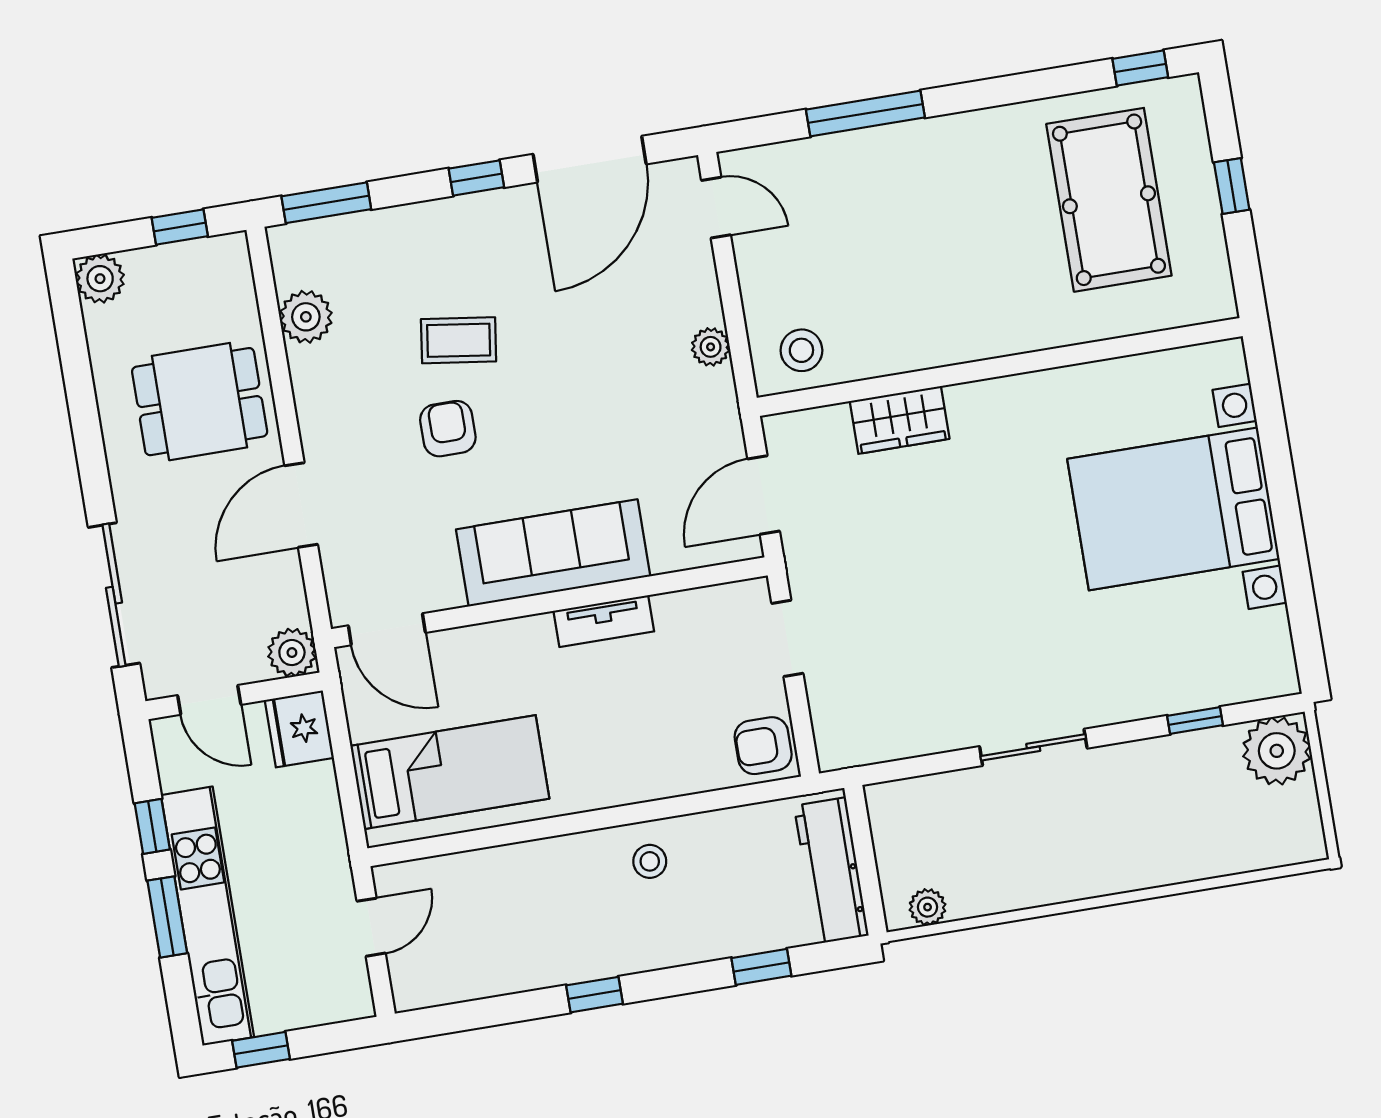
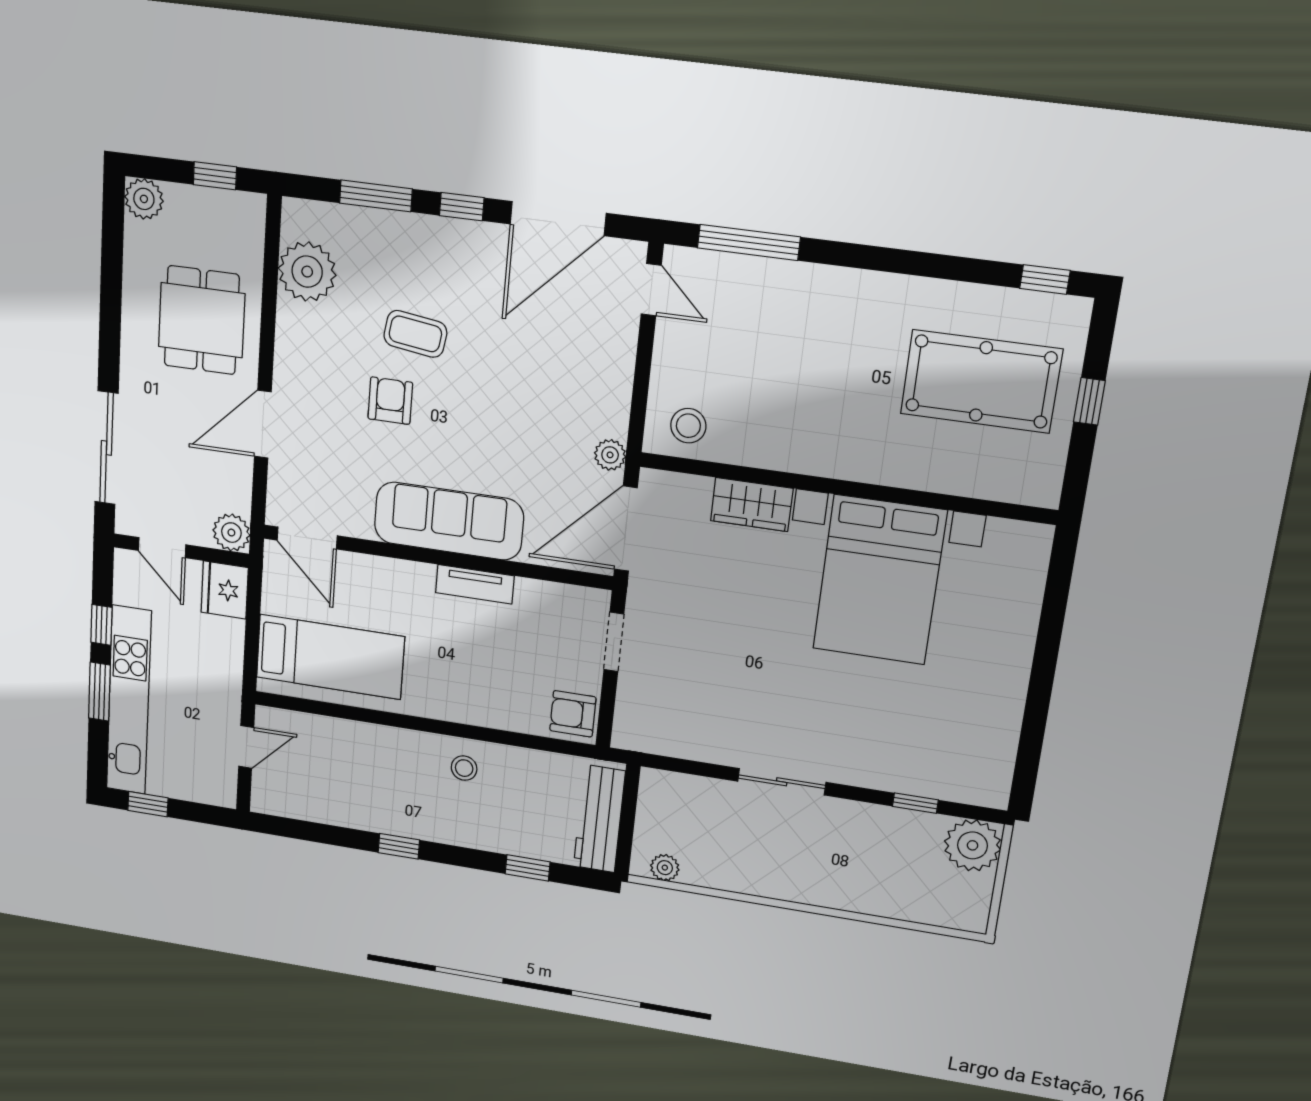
window: (865, 114) -> (749, 242), moved
pool table: (1109, 200) -> (981, 381), turned 90
window: (326, 203) -> (376, 196), moved
plant: (306, 317) -> (307, 272), width x1.36, depth x1.36
plant: (711, 347) -> (610, 455), moved
dining table: (200, 402) -> (202, 320), turned 90
door: (764, 495) -> (626, 529), width x1.36
bed with nightstands: (1173, 509) -> (879, 580), moved, turned -90

